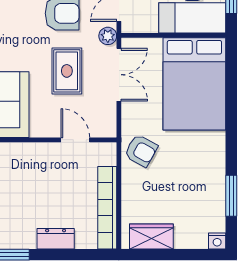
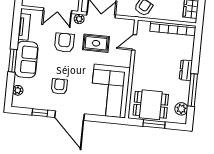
dresser: (56, 239) -> (186, 70), moved

